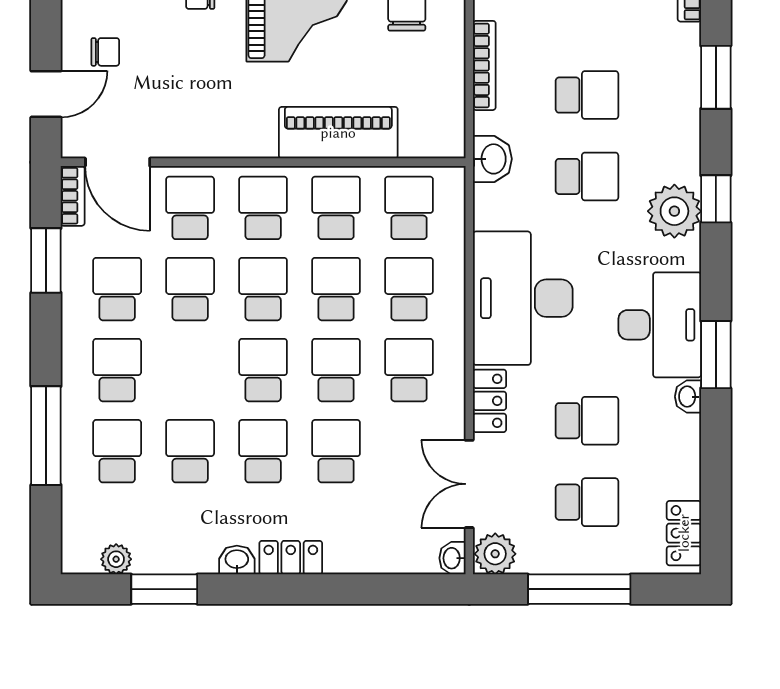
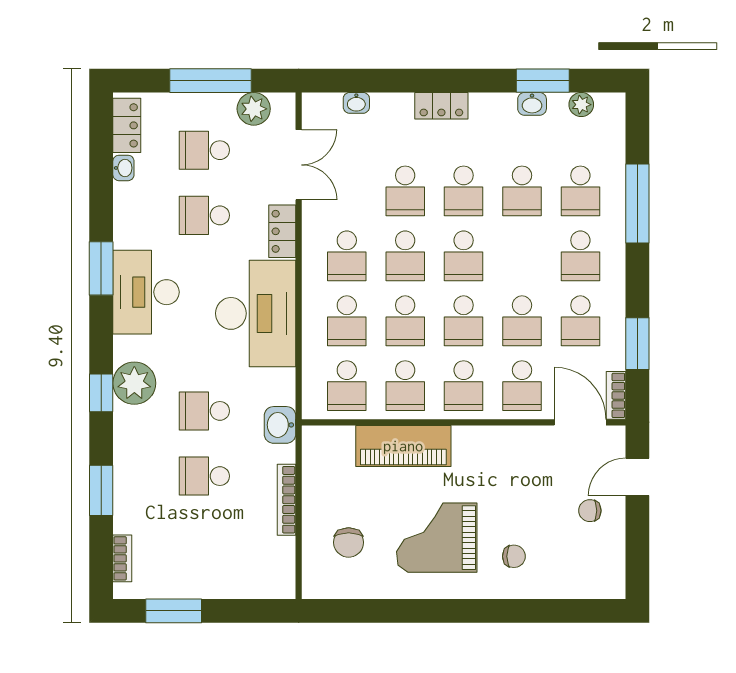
washbasin: (688, 397) -> (123, 168), moved
plant: (495, 554) -> (254, 109), moved
washbasin: (452, 558) -> (356, 103), moved, turned 90
washbasin: (237, 560) -> (532, 104), moved

